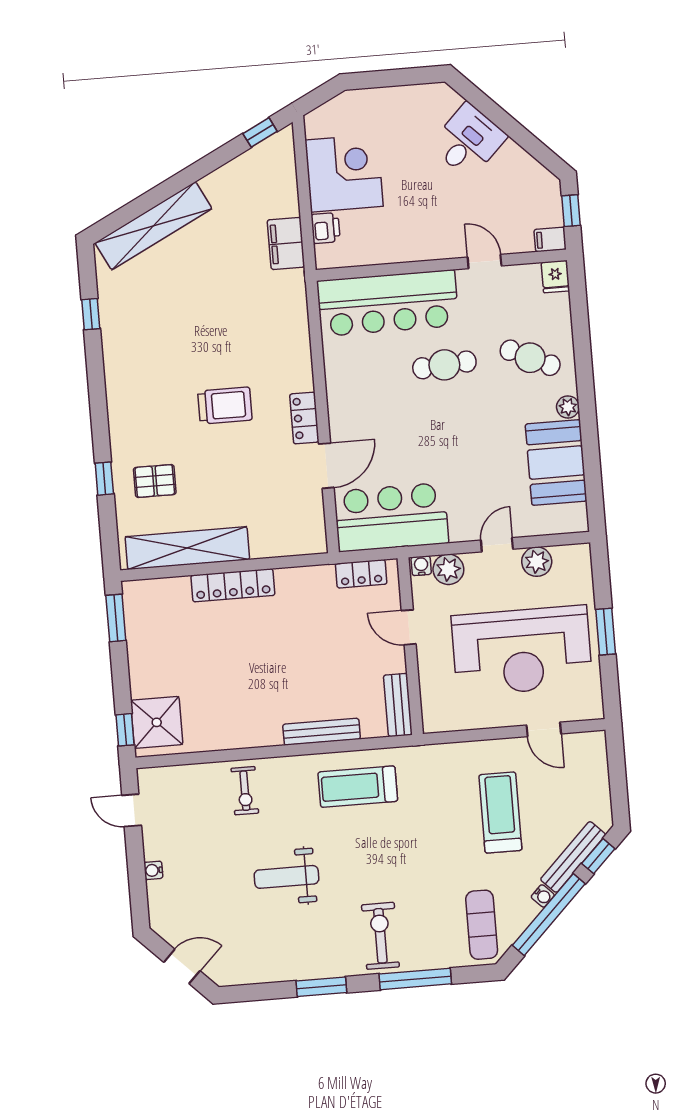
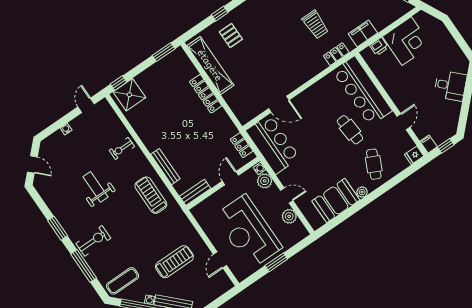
trolley: (225, 405) -> (315, 25), moved
locker: (304, 418) -> (336, 54), moved

